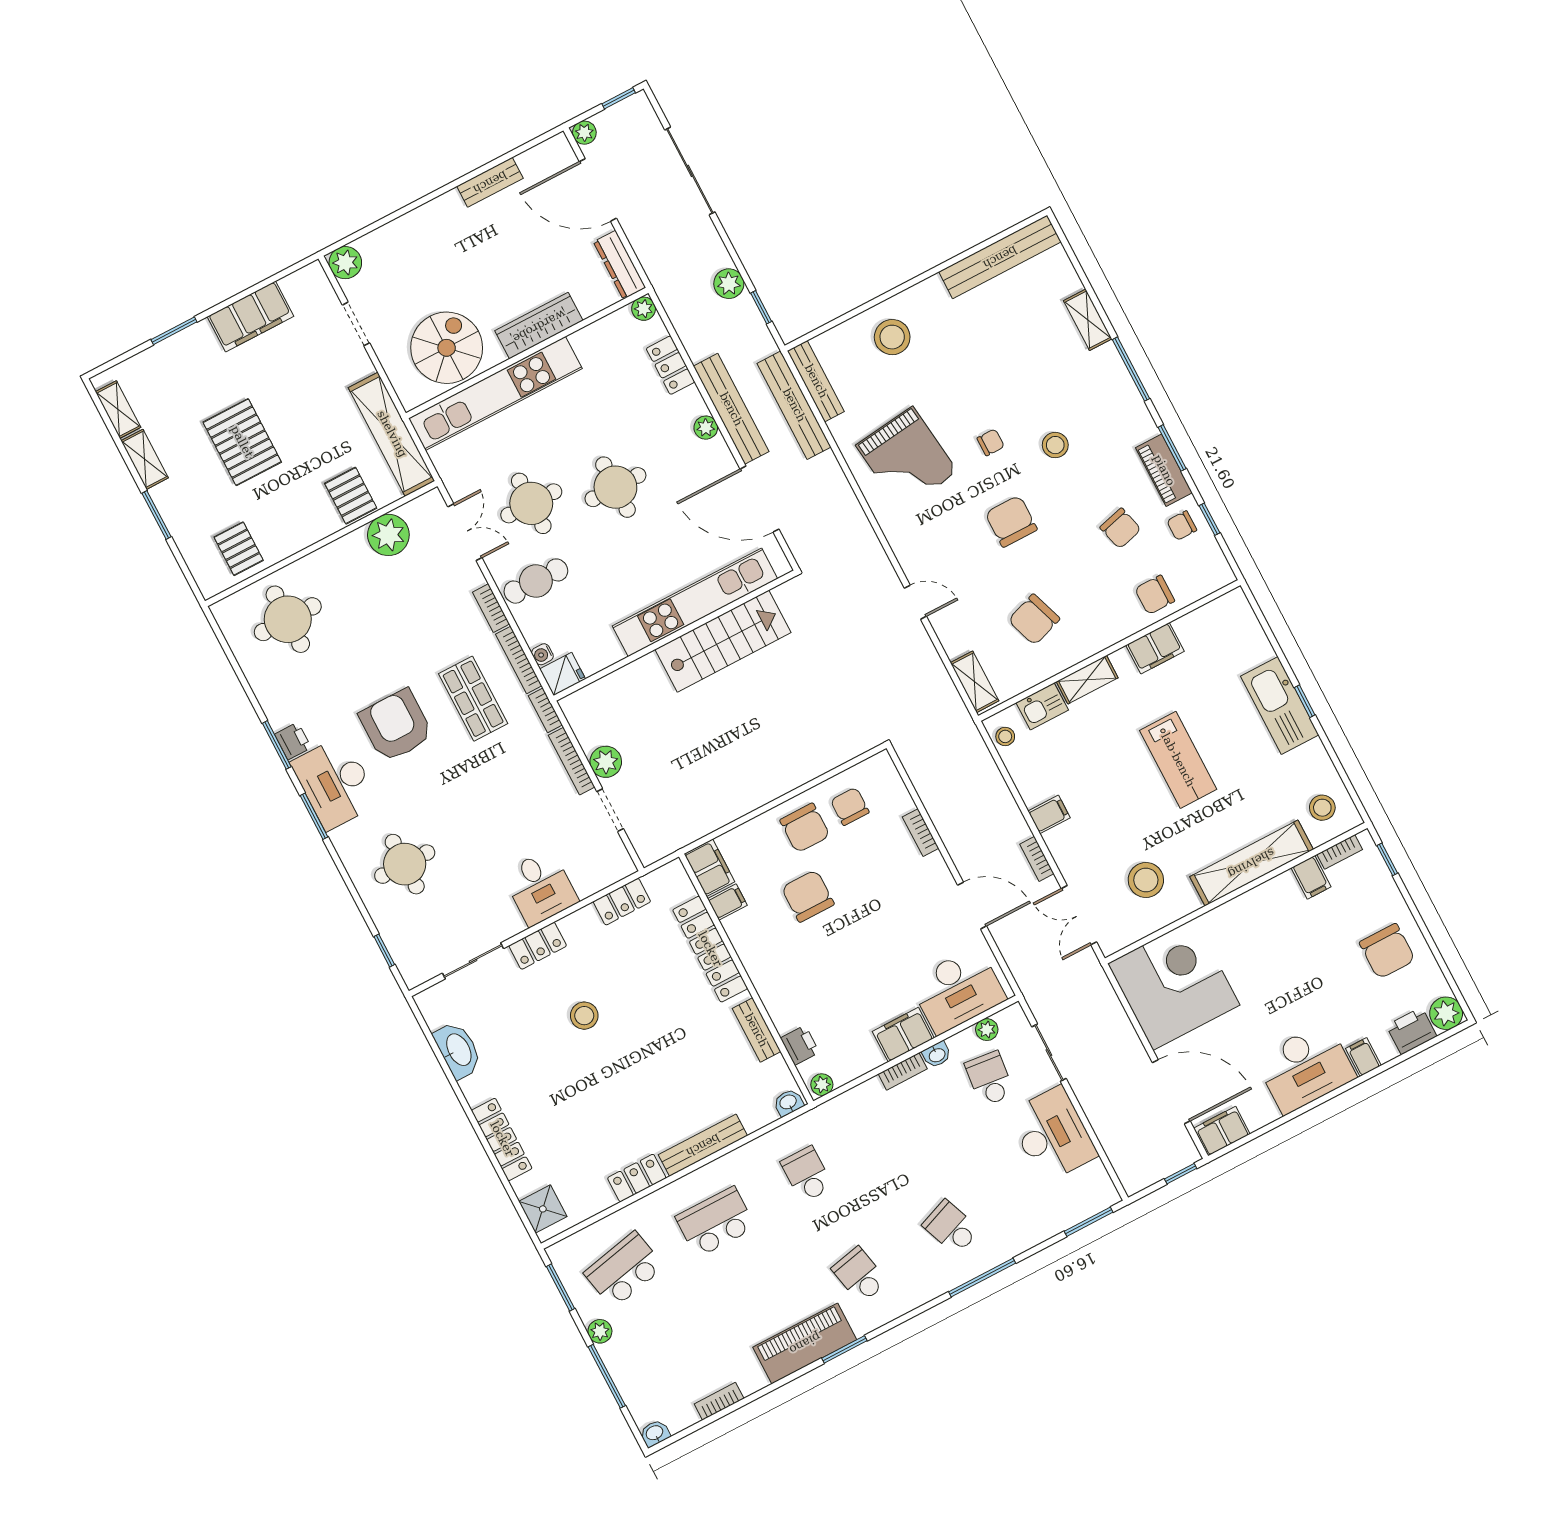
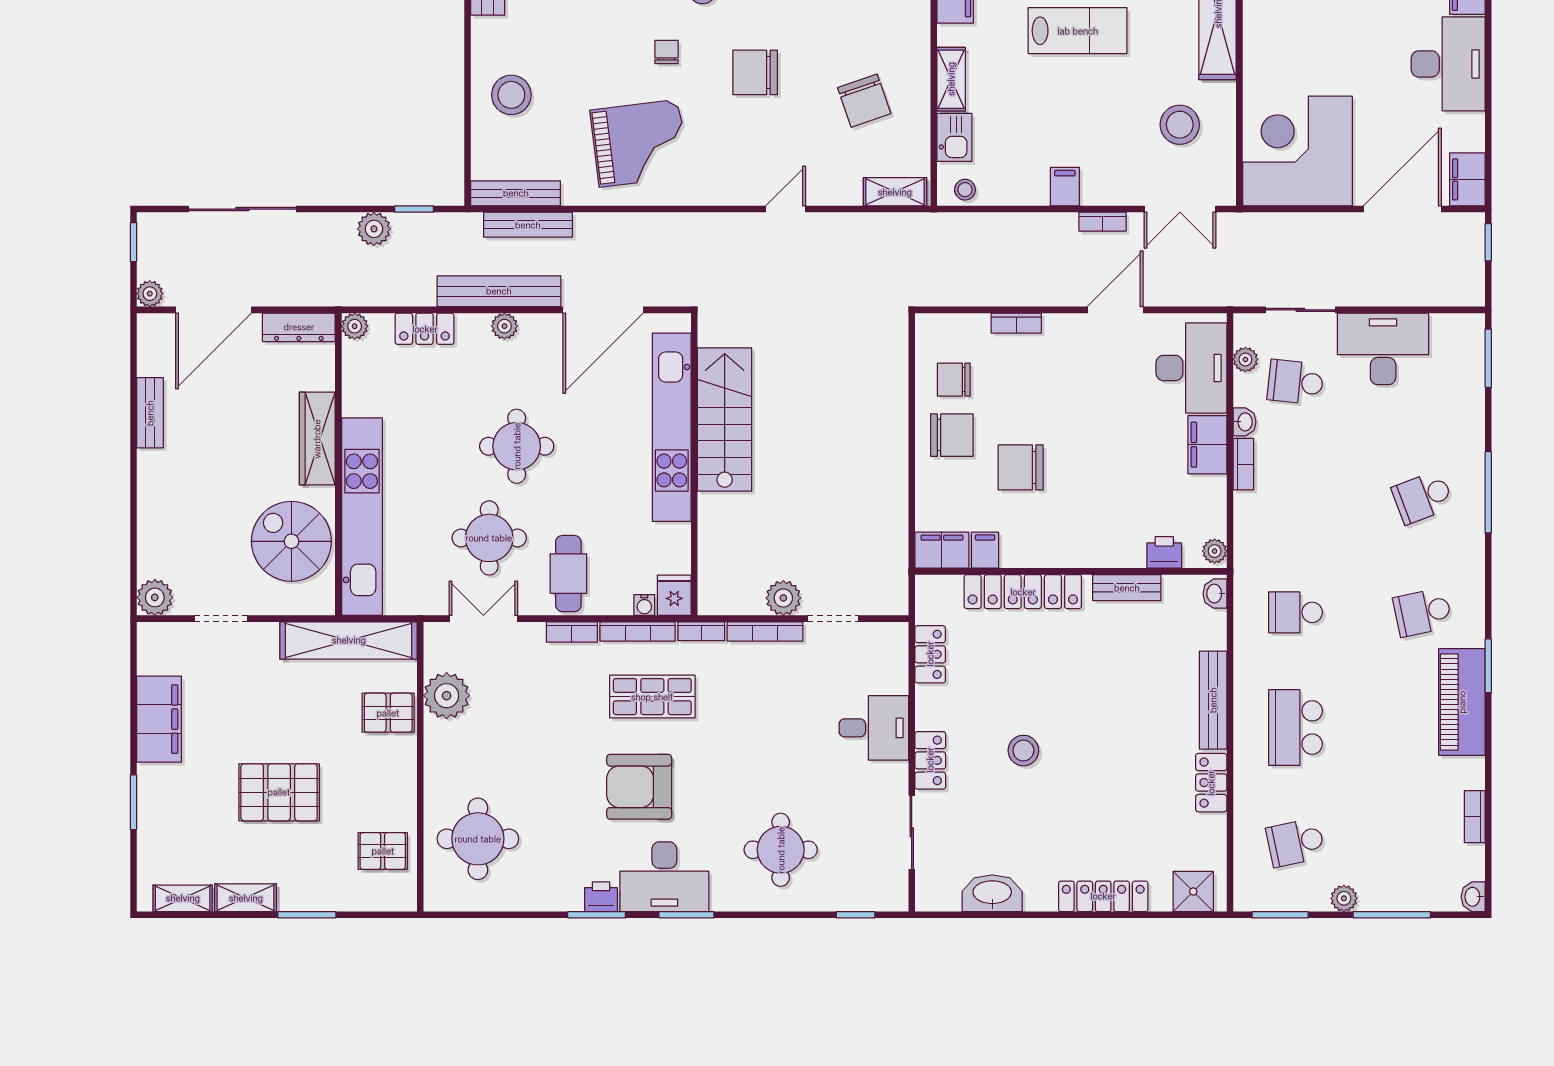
bench: (794, 405) -> (528, 225), width x0.73, depth x0.82
school desk: (624, 1270) -> (1296, 843), width x0.54

